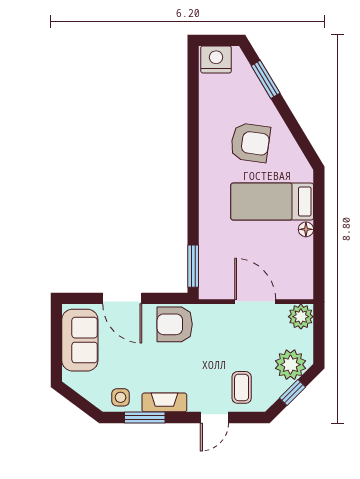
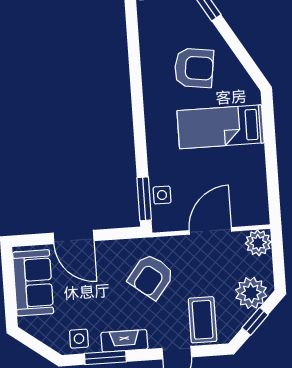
floor lamp: (306, 229) -> (257, 153), removed
side table: (211, 264) -> (162, 195), added
door: (255, 302) -> (210, 231), hinge flipped
armchair: (175, 324) -> (151, 276), moved, turned -52
coffee table: (242, 387) -> (203, 320), width x1.36, depth x1.30

